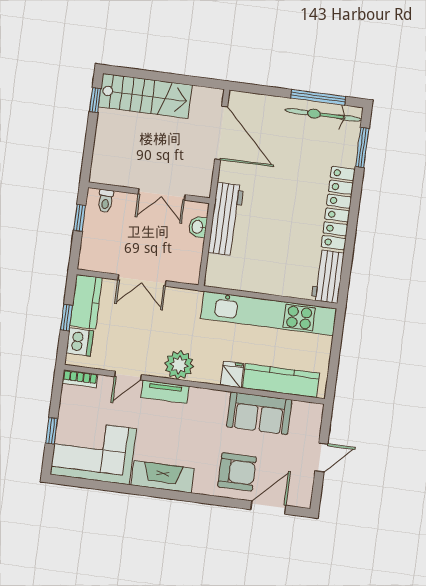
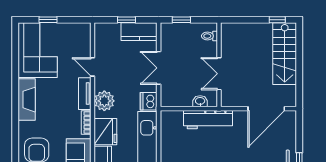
window: (80, 218) -> (181, 20), moved
dishwasher: (80, 342) -> (149, 101), moved, turned 90
fridge: (232, 374) -> (105, 132), width x1.88, depth x1.34
bookcase: (80, 379) -> (86, 122), moved

